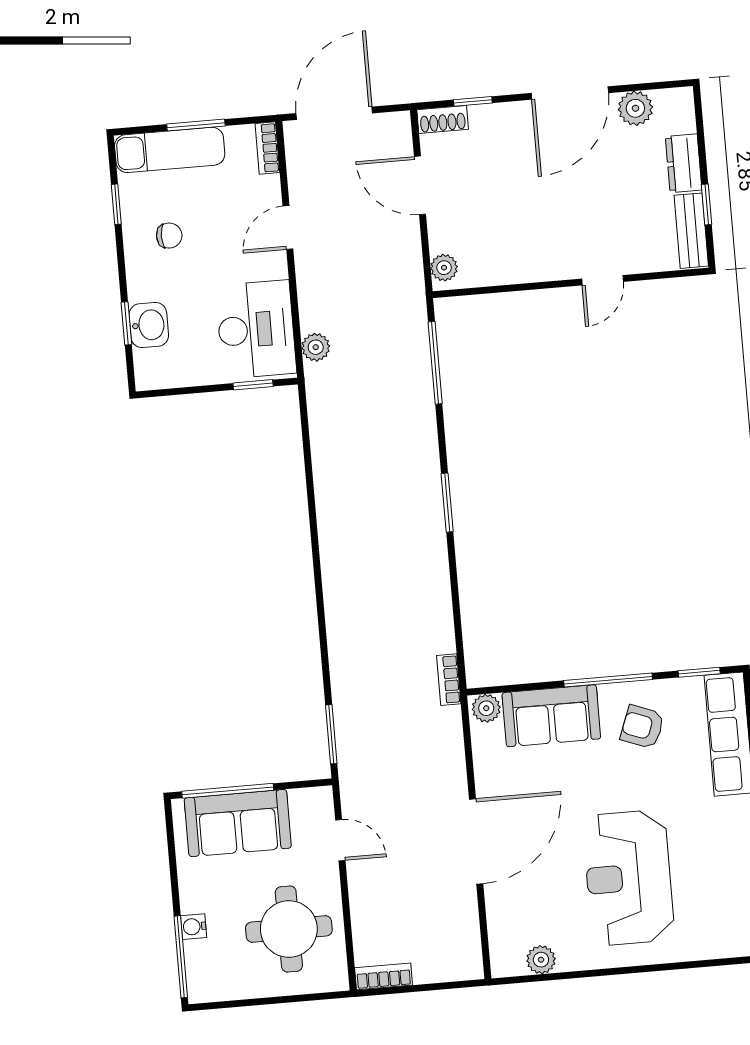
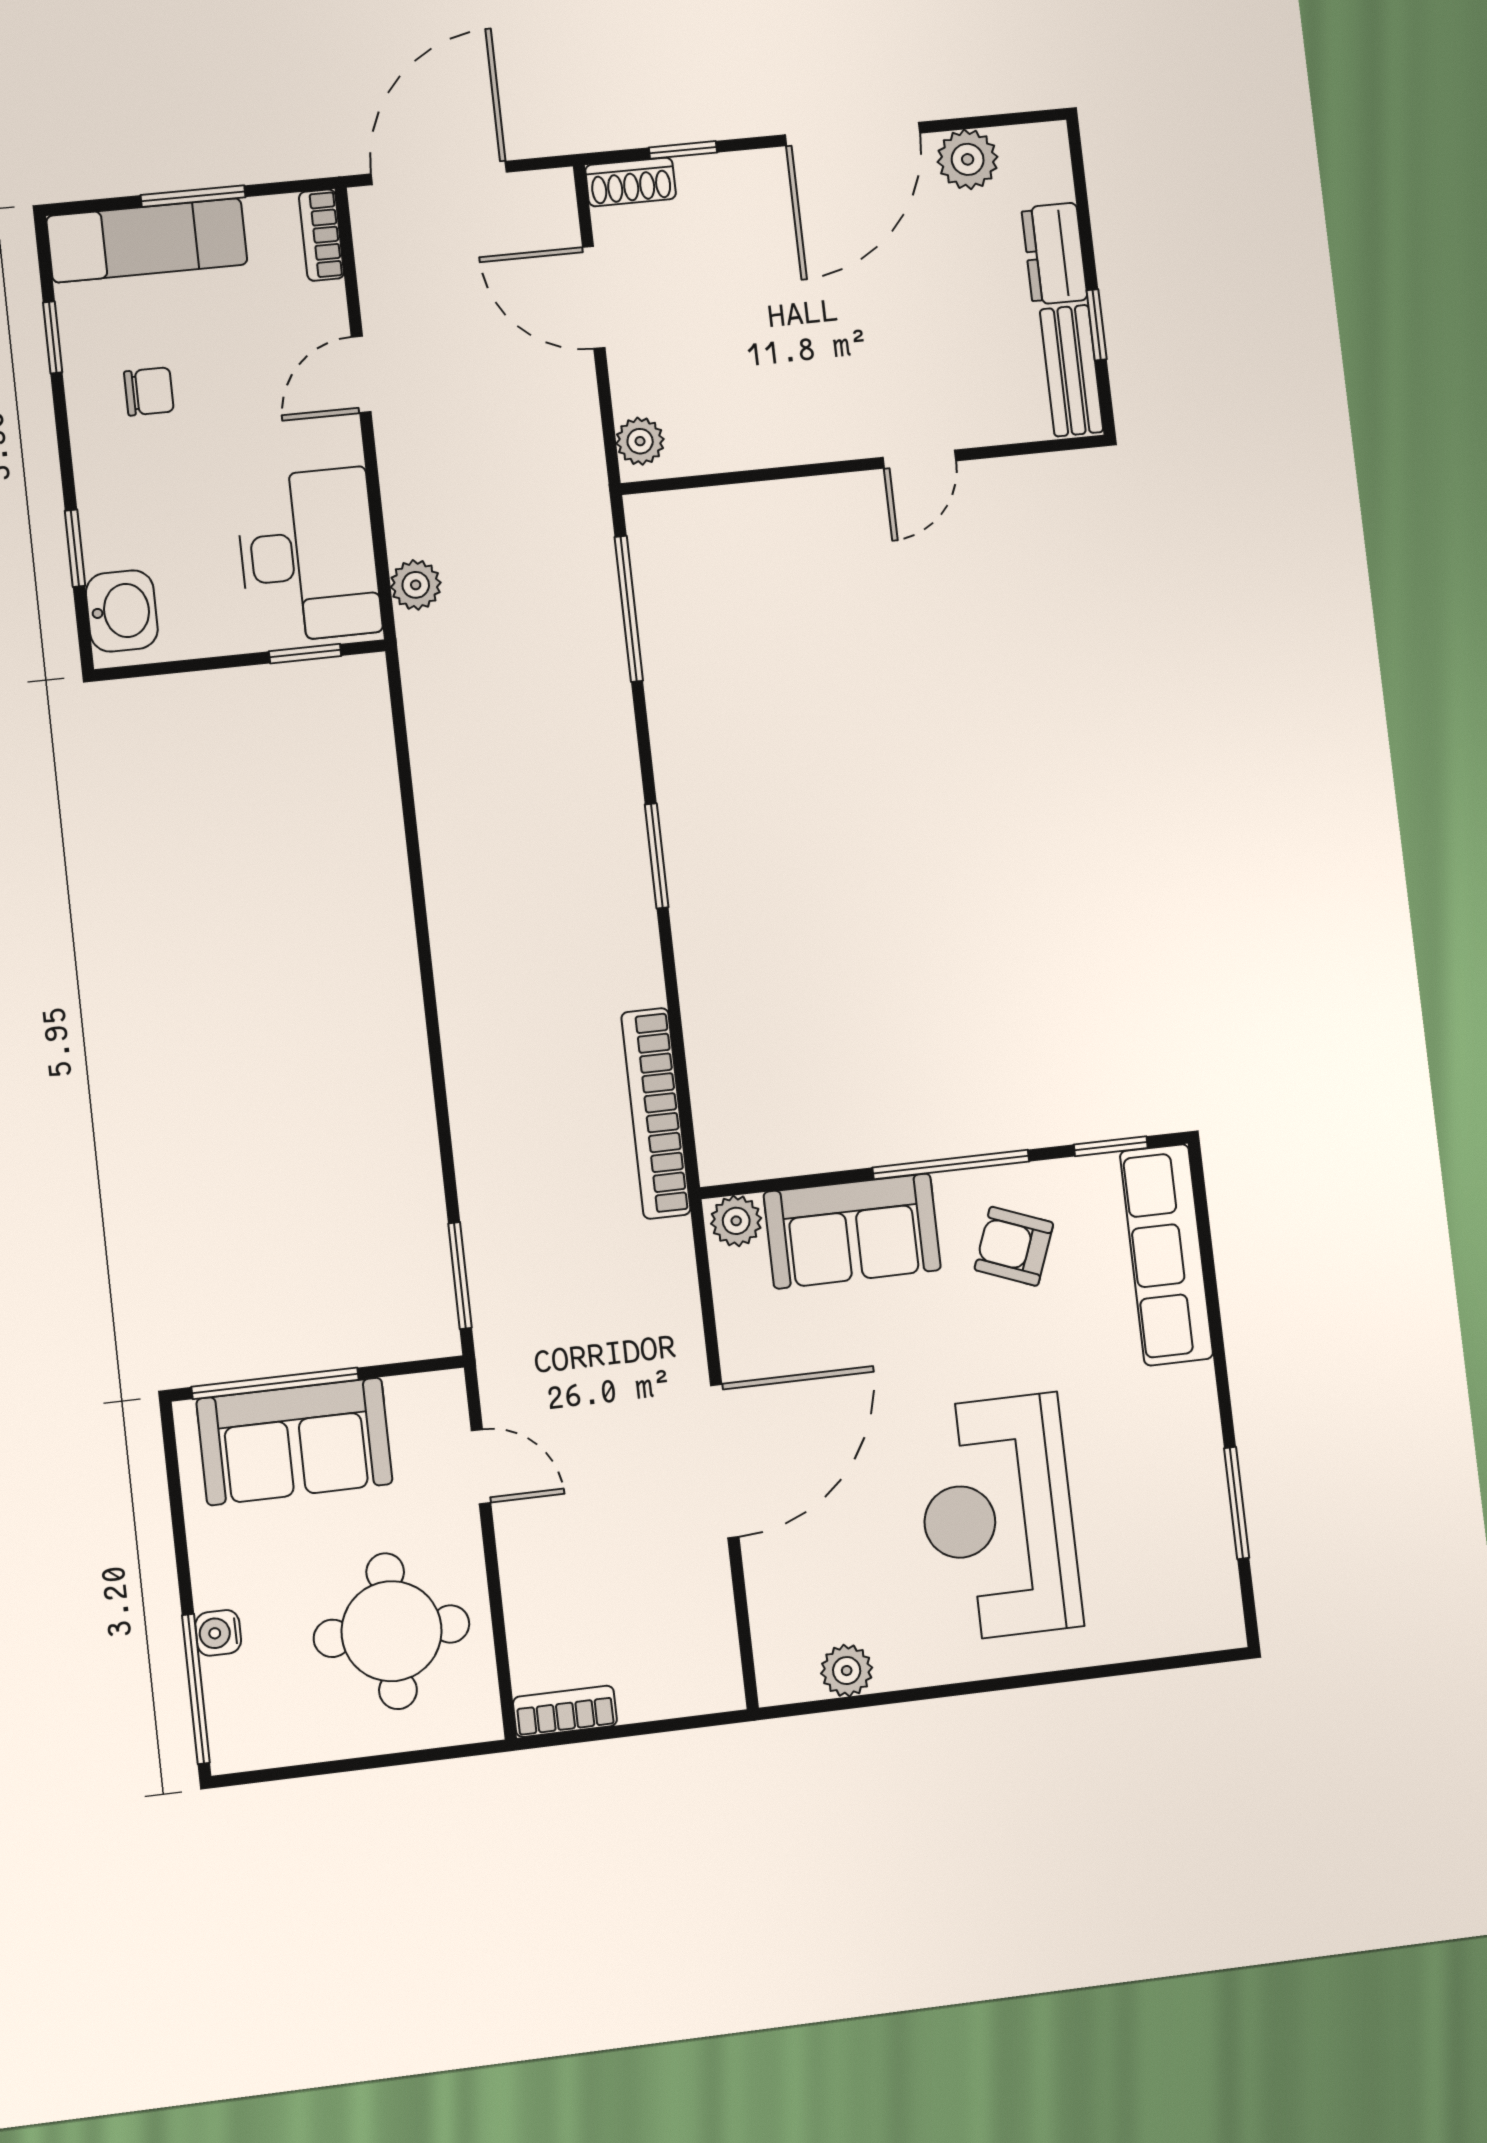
washbasin: (149, 325) -> (122, 611), moved
bookcase: (449, 680) -> (656, 1113), width x2.31, depth x1.31

